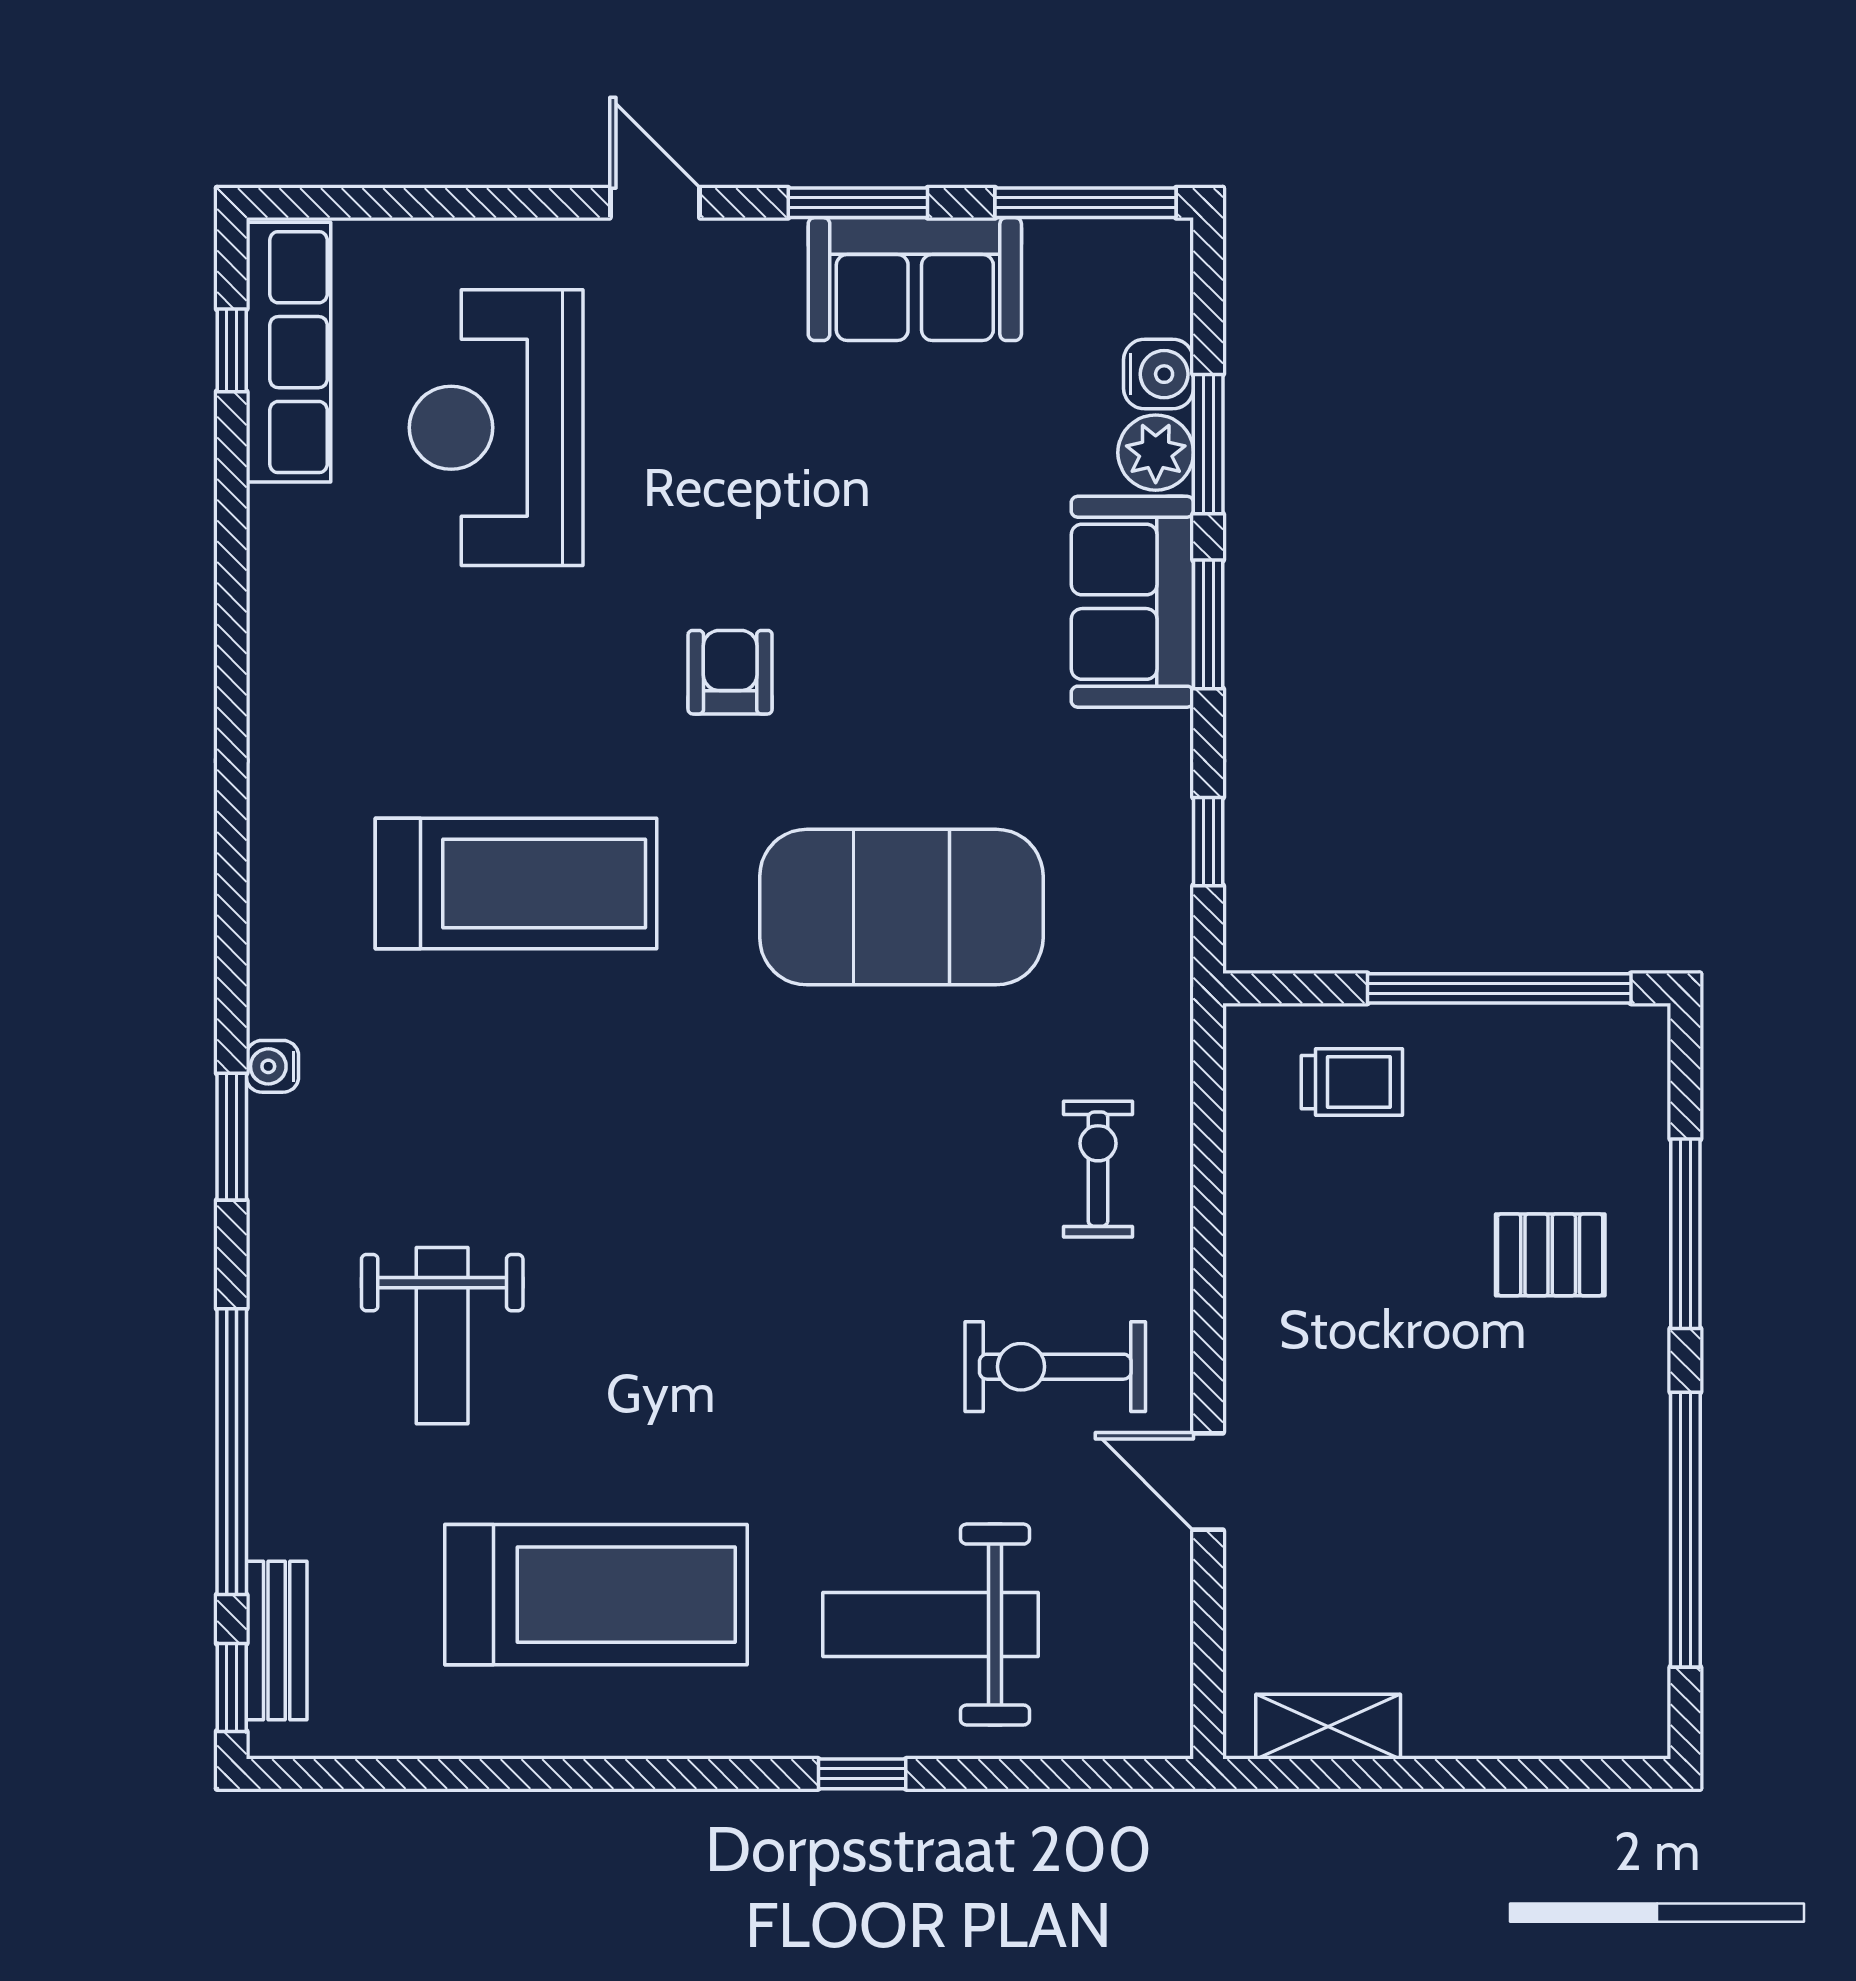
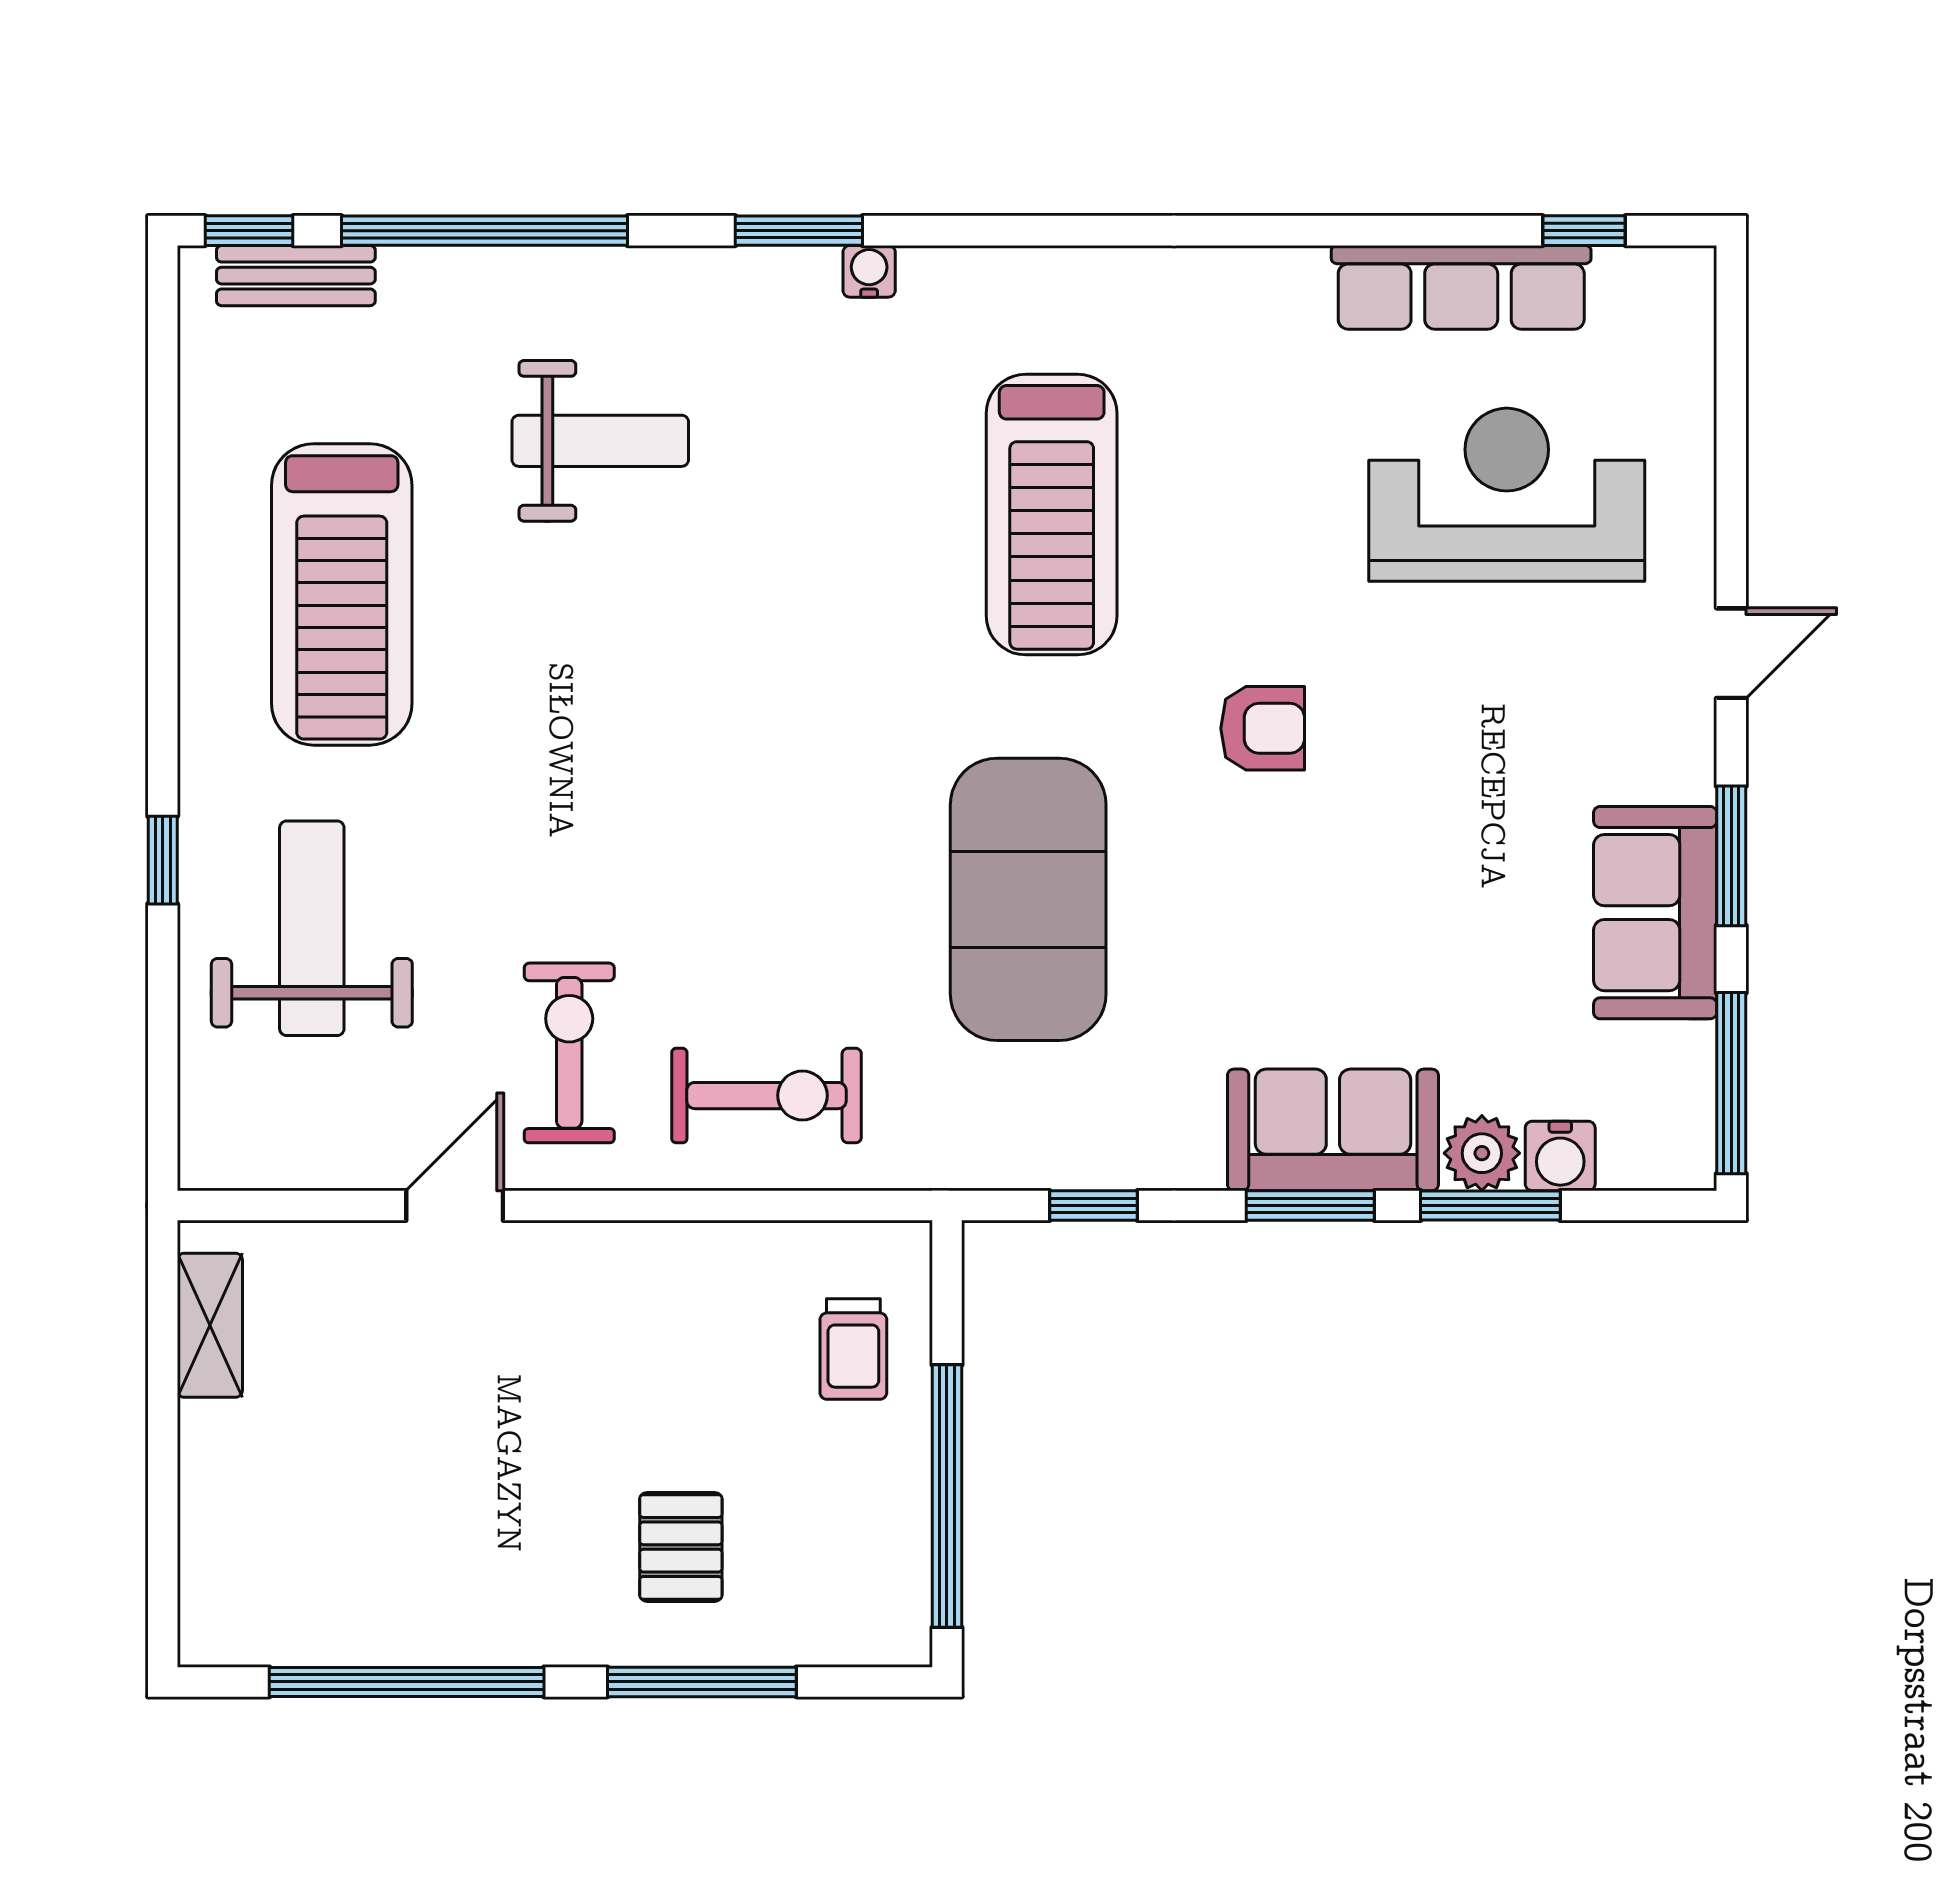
row of seats: (288, 352) -> (1461, 287), moved
exercise bike: (1098, 1169) -> (766, 1096), width x1.38, depth x1.39
weight bench: (442, 1336) -> (600, 441), turned 180

